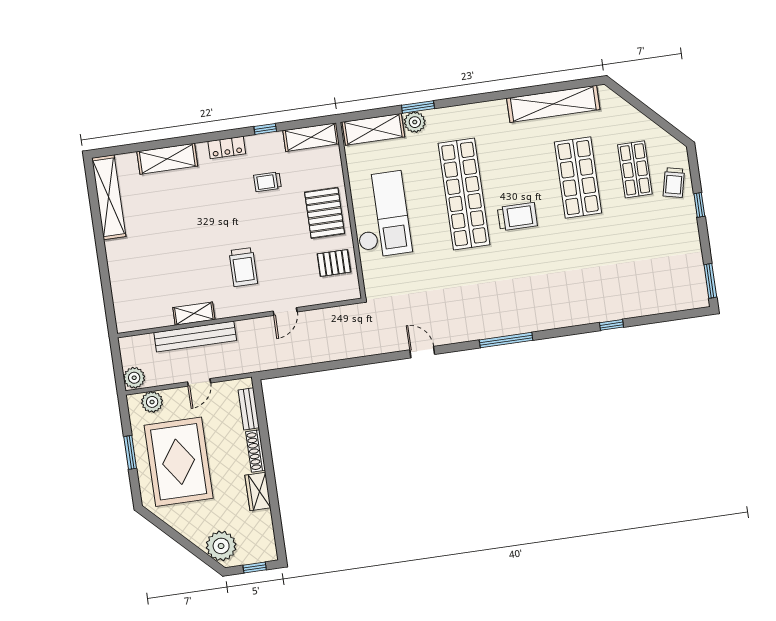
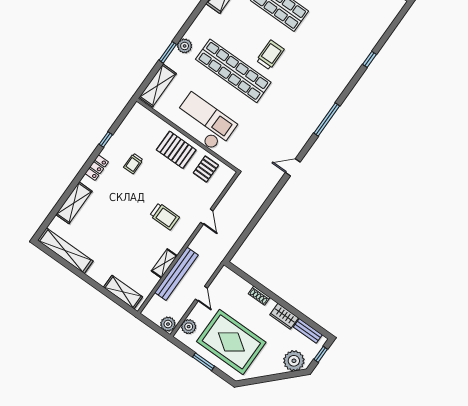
plant: (415, 122) -> (185, 46), moved
shelving: (311, 137) -> (123, 292), moved, turned 90
bench: (249, 409) -> (308, 331), moved
shoe rack: (256, 451) -> (259, 296), width x0.70

